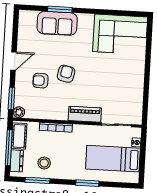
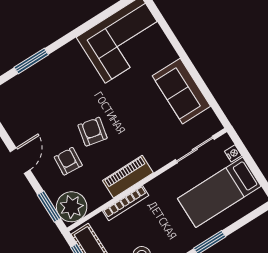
sofa: (57, 23) -> (181, 91), moved, turned 90
armchair: (40, 81) -> (68, 161), turned 94
plant: (19, 112) -> (72, 207), width x1.87, depth x1.87
piano: (85, 114) -> (128, 177), moved

